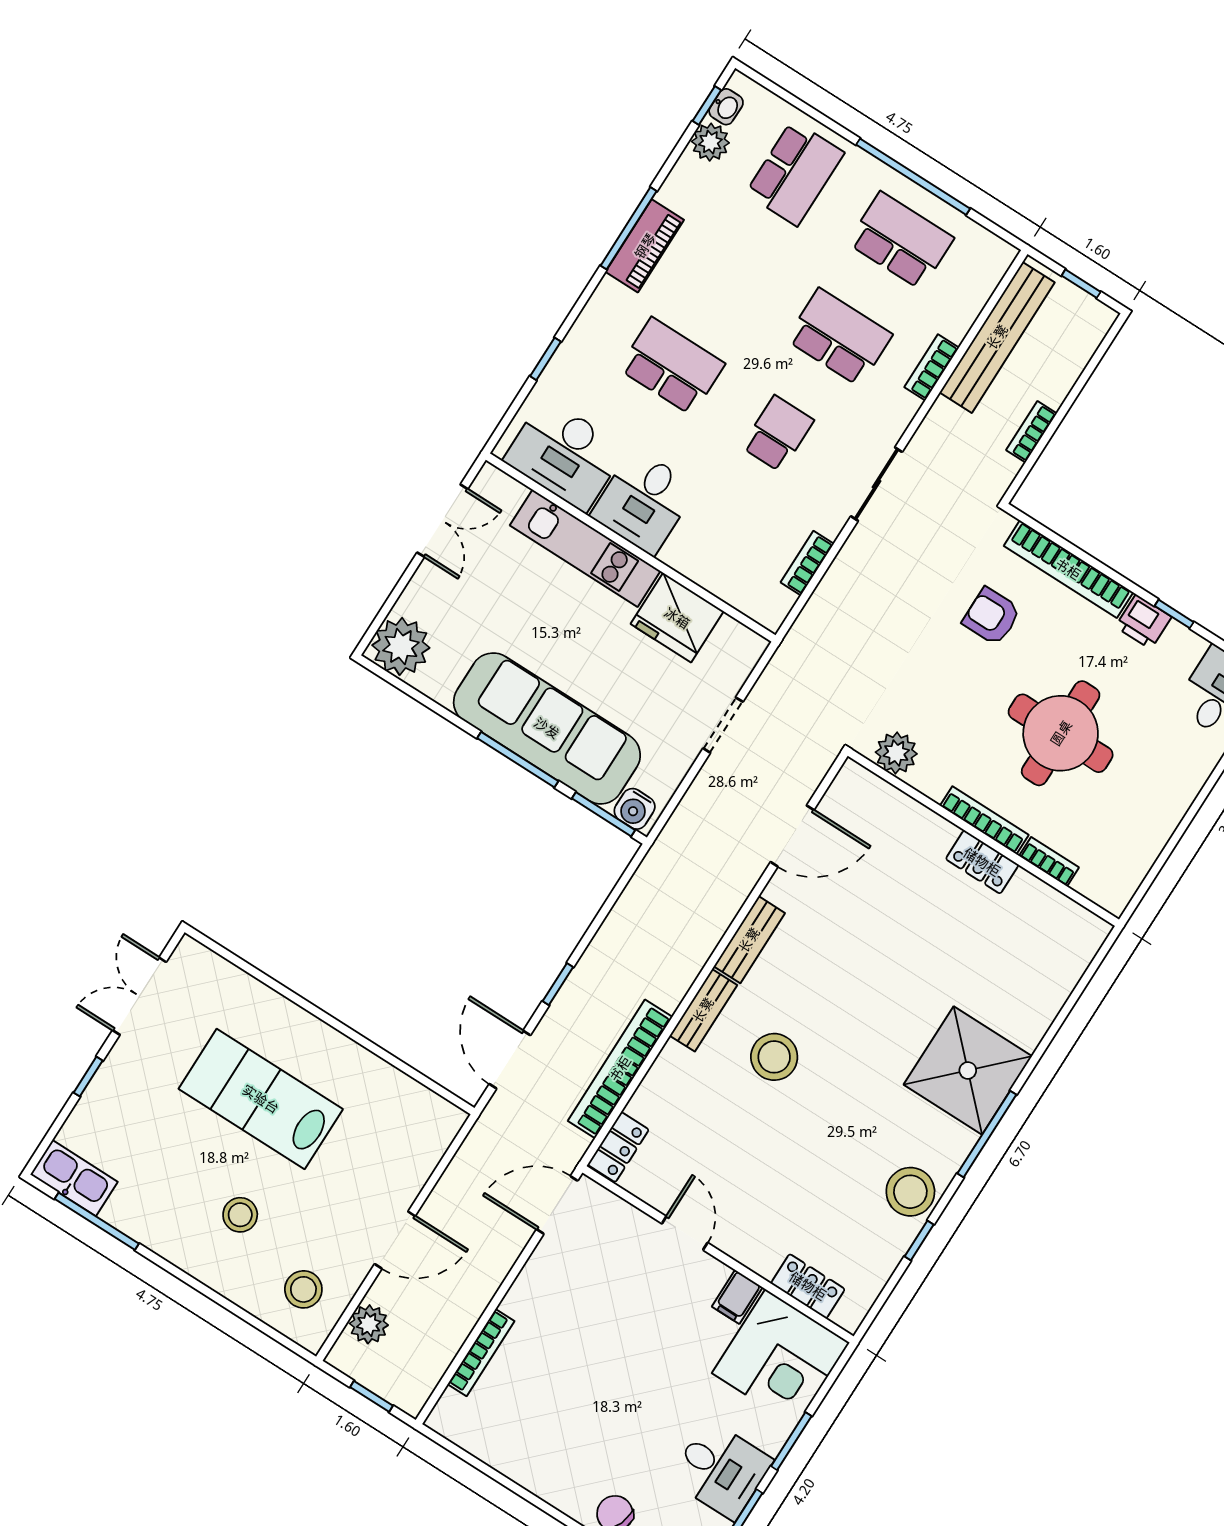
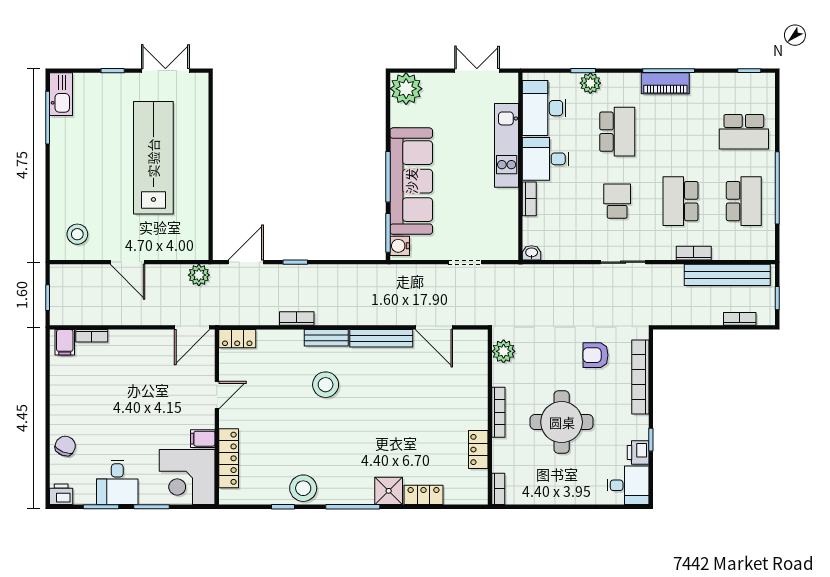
washbasin: (726, 107) -> (532, 253), moved, turned 180
plant: (710, 142) -> (590, 83), moved
school desk: (839, 337) -> (681, 201), turned 180
bookcase: (1031, 432) -> (740, 319), moved
school desk: (778, 434) -> (617, 201), turned -90
double door: (442, 521) -> (477, 71), swing flipped
bookcase: (807, 563) -> (529, 199), moved, turned 90
armchair: (992, 616) -> (596, 355), turned -90
fridge: (677, 618) -> (502, 209), removed
printer: (1143, 622) -> (638, 452), moved
locker: (982, 862) -> (478, 450), moved
bookcase: (1049, 862) -> (498, 489), moved
bench: (749, 940) -> (381, 338), width x1.36
locker: (1038, 1015) -> (423, 495), added
bookcase: (620, 1069) -> (297, 318), width x0.43, depth x0.76
shower: (968, 1070) -> (389, 491), width x0.54, depth x0.54
lab bench: (261, 1099) -> (153, 158), width x1.36
door: (557, 1205) -> (192, 327), swing flipped
stool: (240, 1215) -> (93, 183), removed
locker: (808, 1286) -> (229, 458), width x1.53
plant: (369, 1324) -> (199, 275), moved
bookcase: (481, 1353) -> (92, 336), width x0.64
filing cabinet: (456, 1414) -> (65, 342), added

